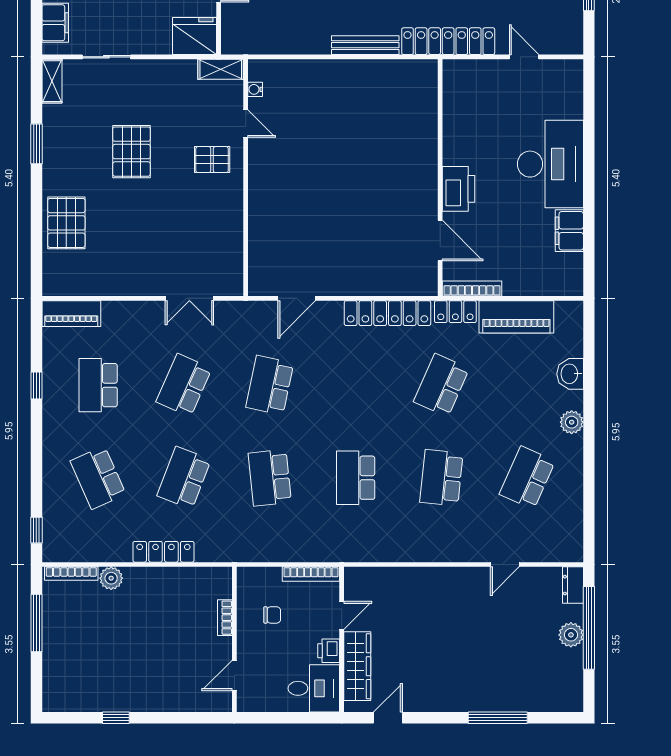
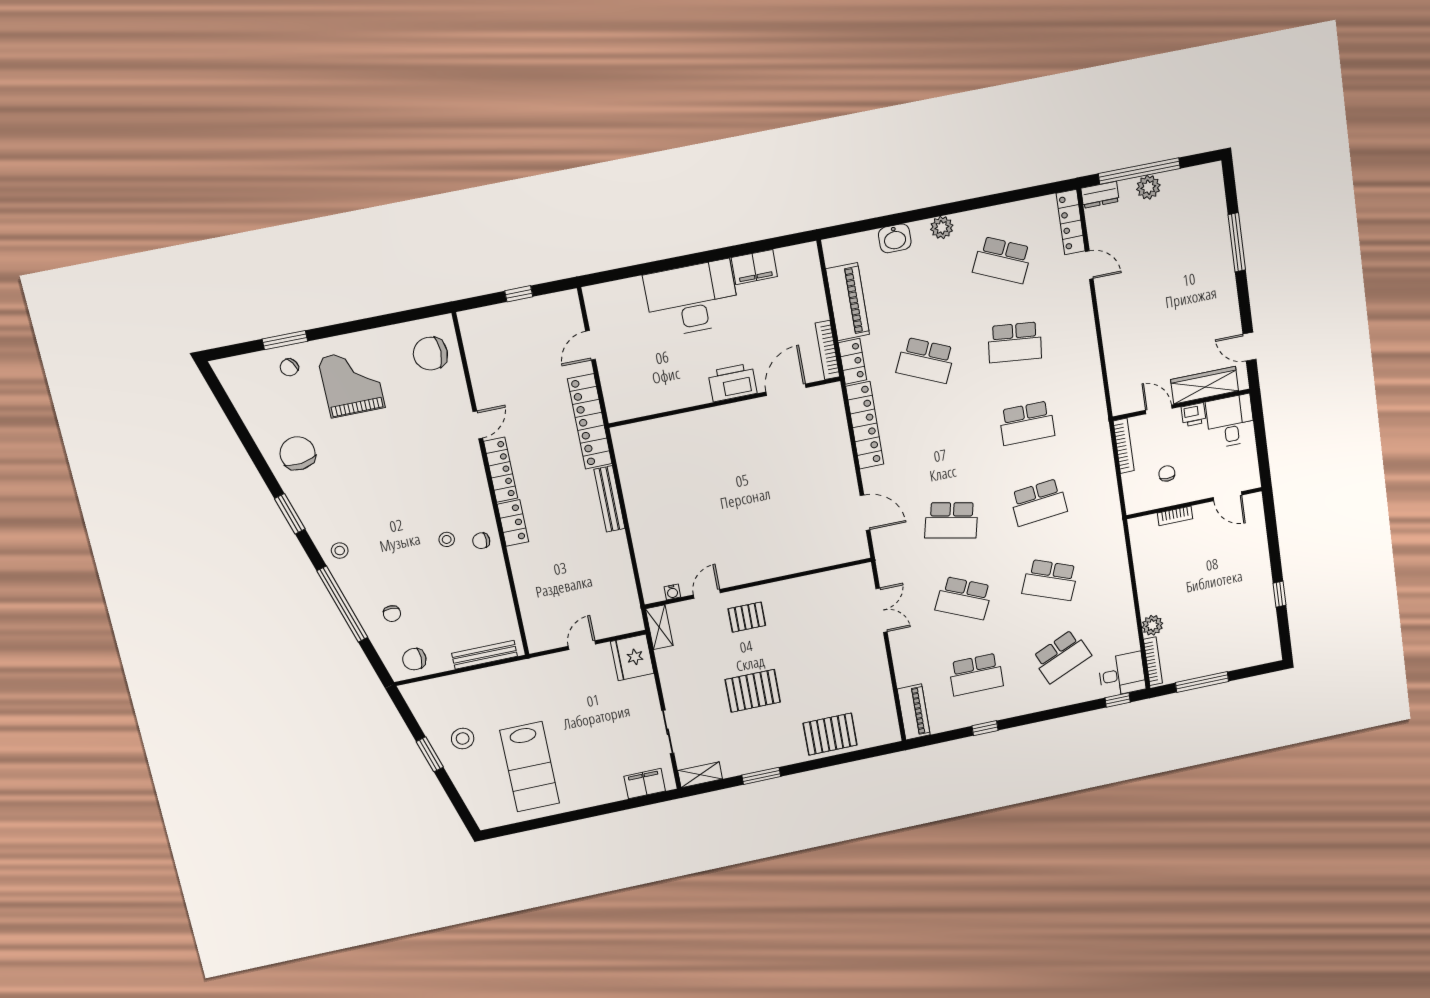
pallet: (212, 160) -> (747, 617), turned 90
desk: (64, 539) -> (1122, 674), added
locker: (163, 552) -> (1071, 222), moved

